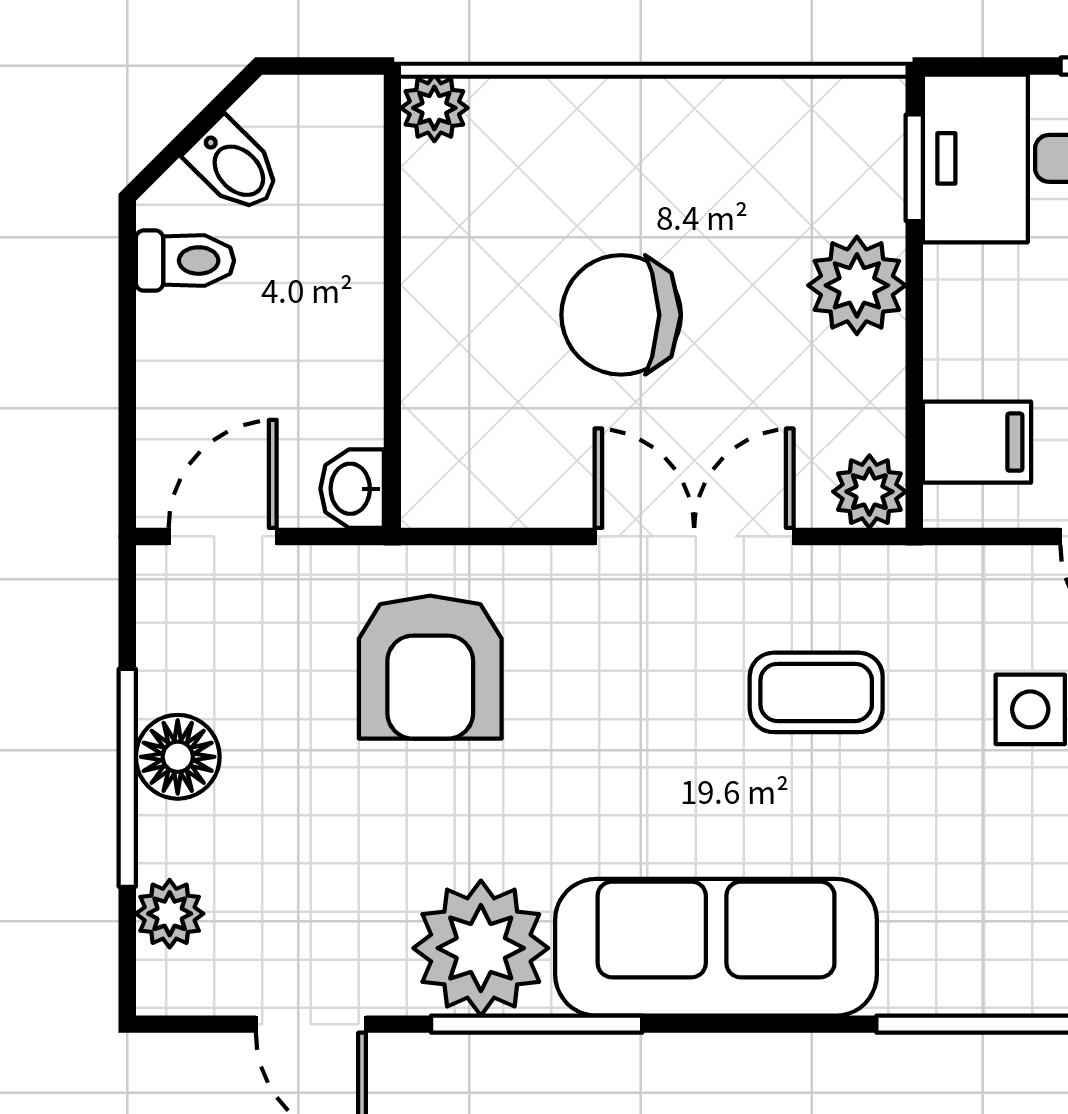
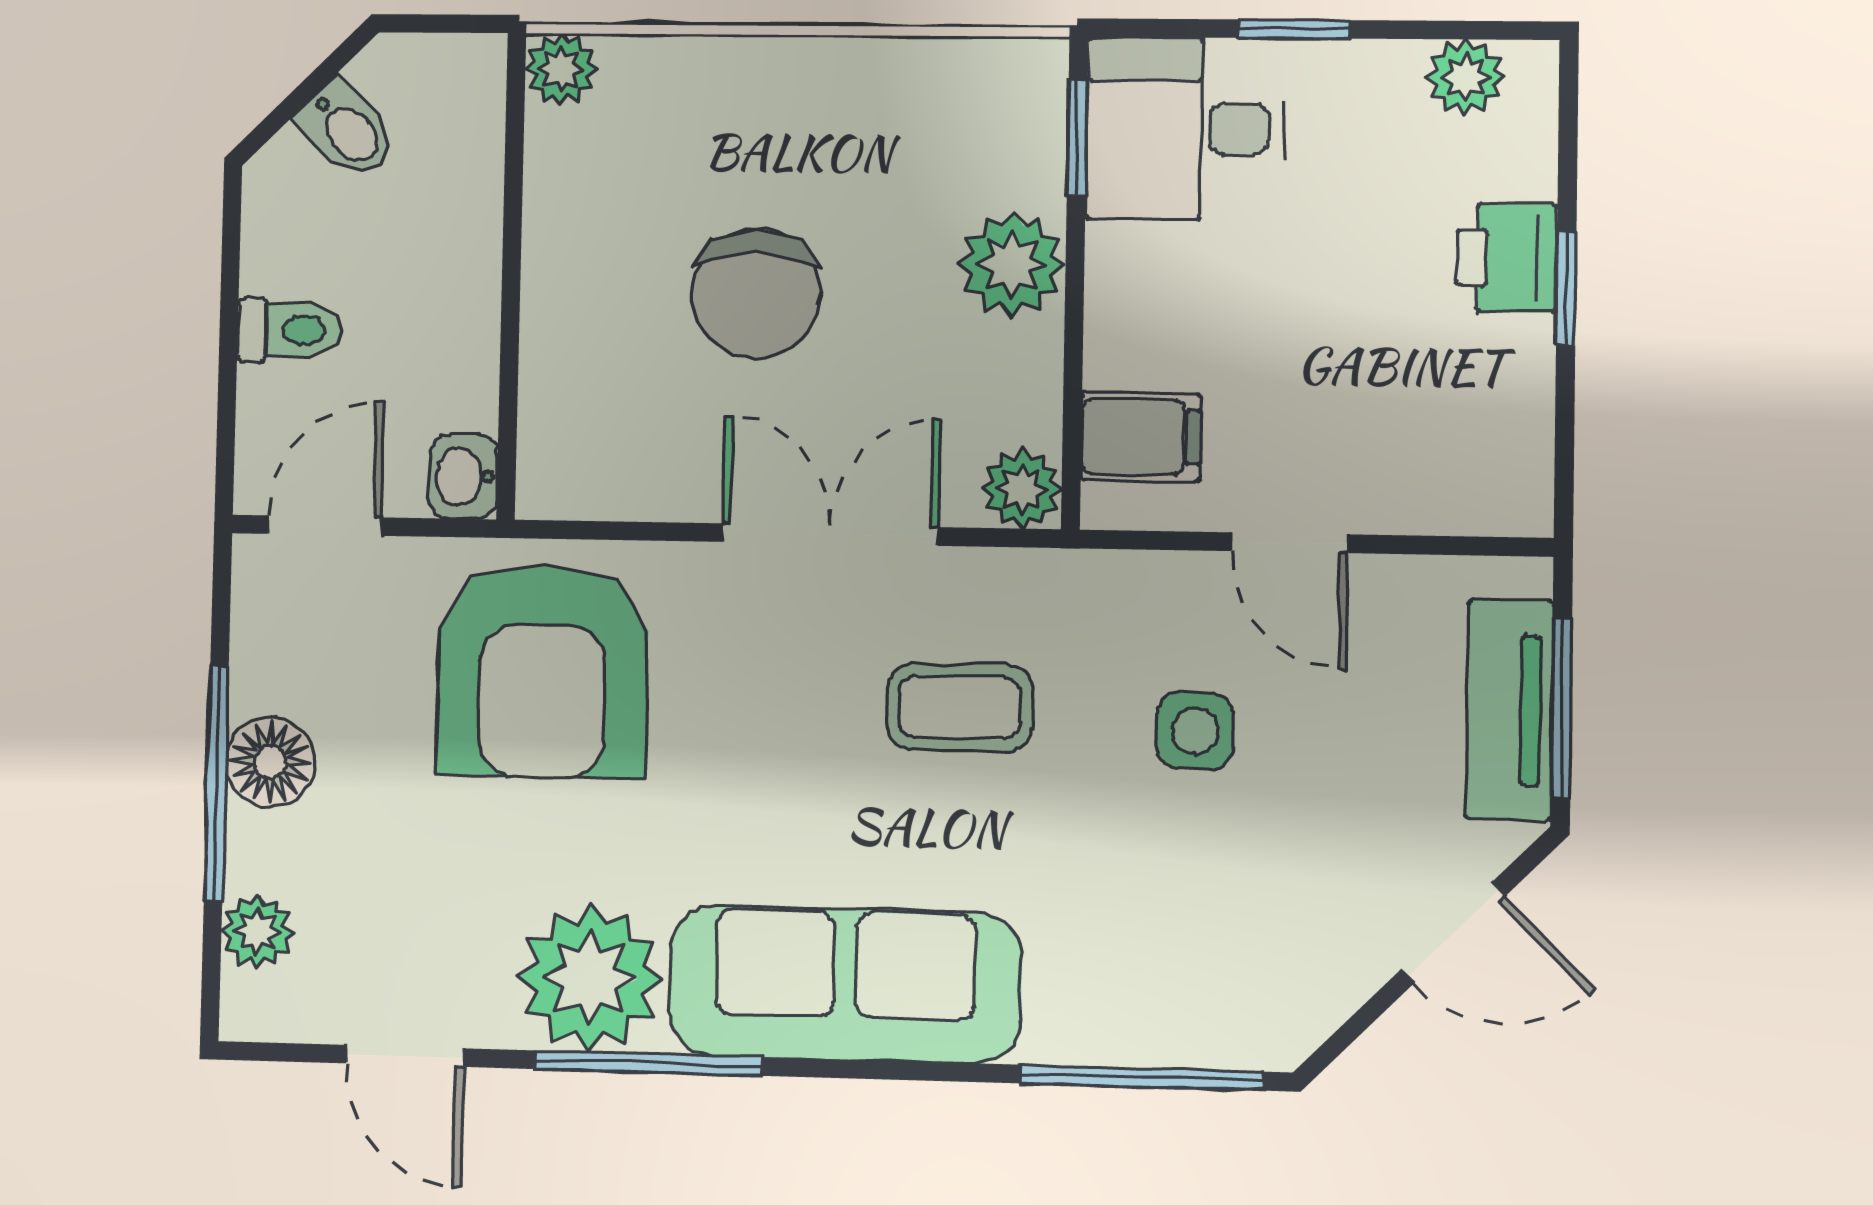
toilet: (185, 261) -> (290, 330), moved
chair: (621, 315) -> (756, 293), turned -90
armchair: (430, 667) -> (542, 671), width x1.36, depth x1.36

